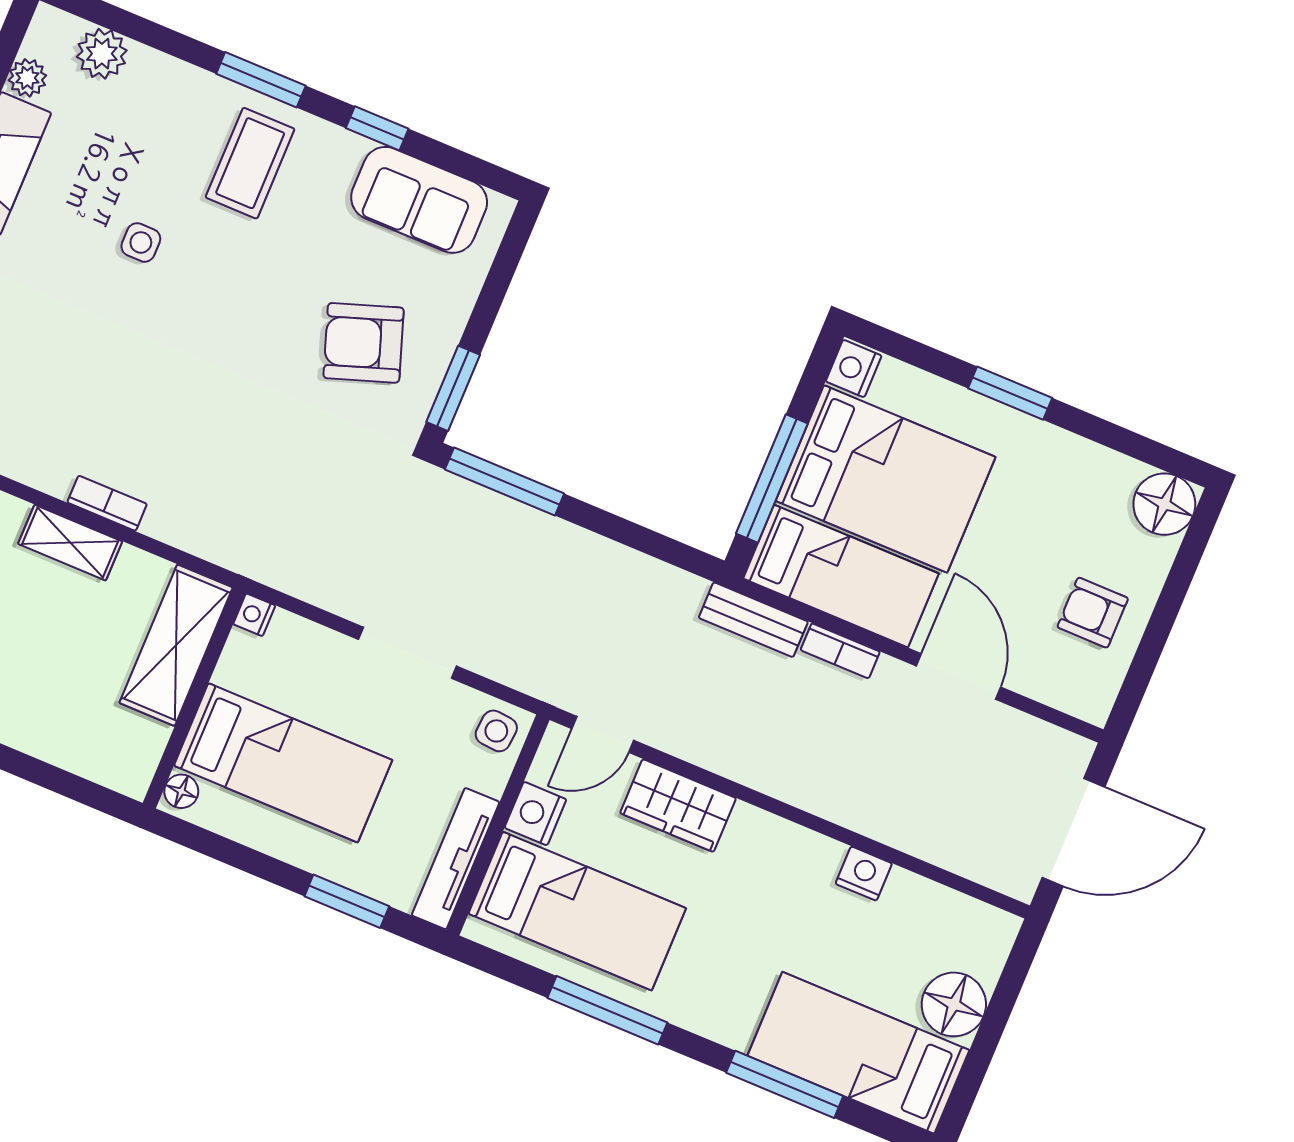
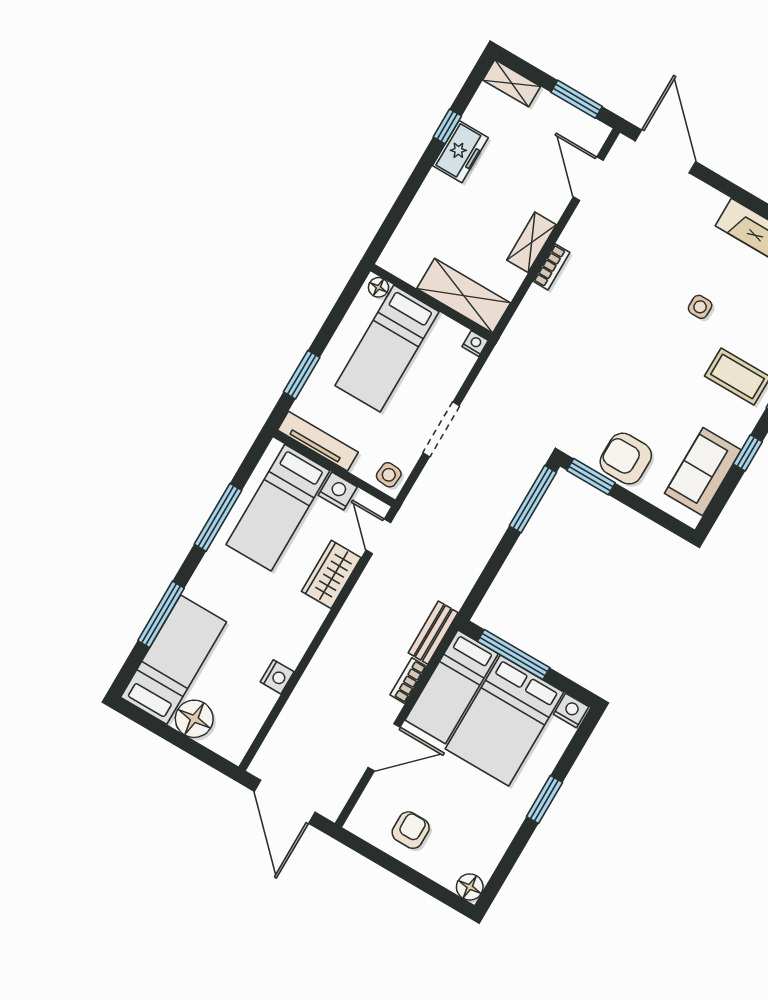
armchair: (364, 343) -> (626, 459), moved, turned -71
floor lamp: (1164, 504) -> (470, 887), width x0.73, depth x0.73

